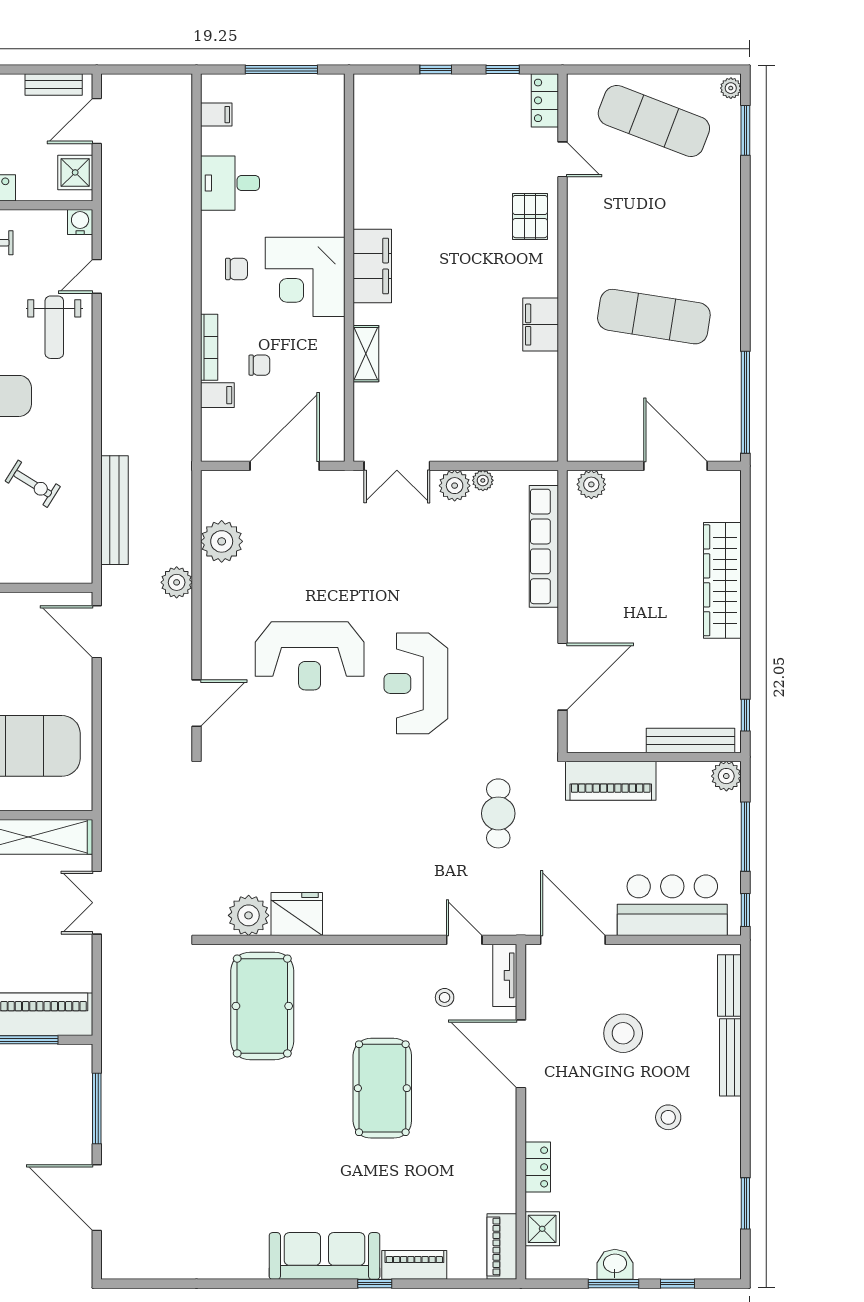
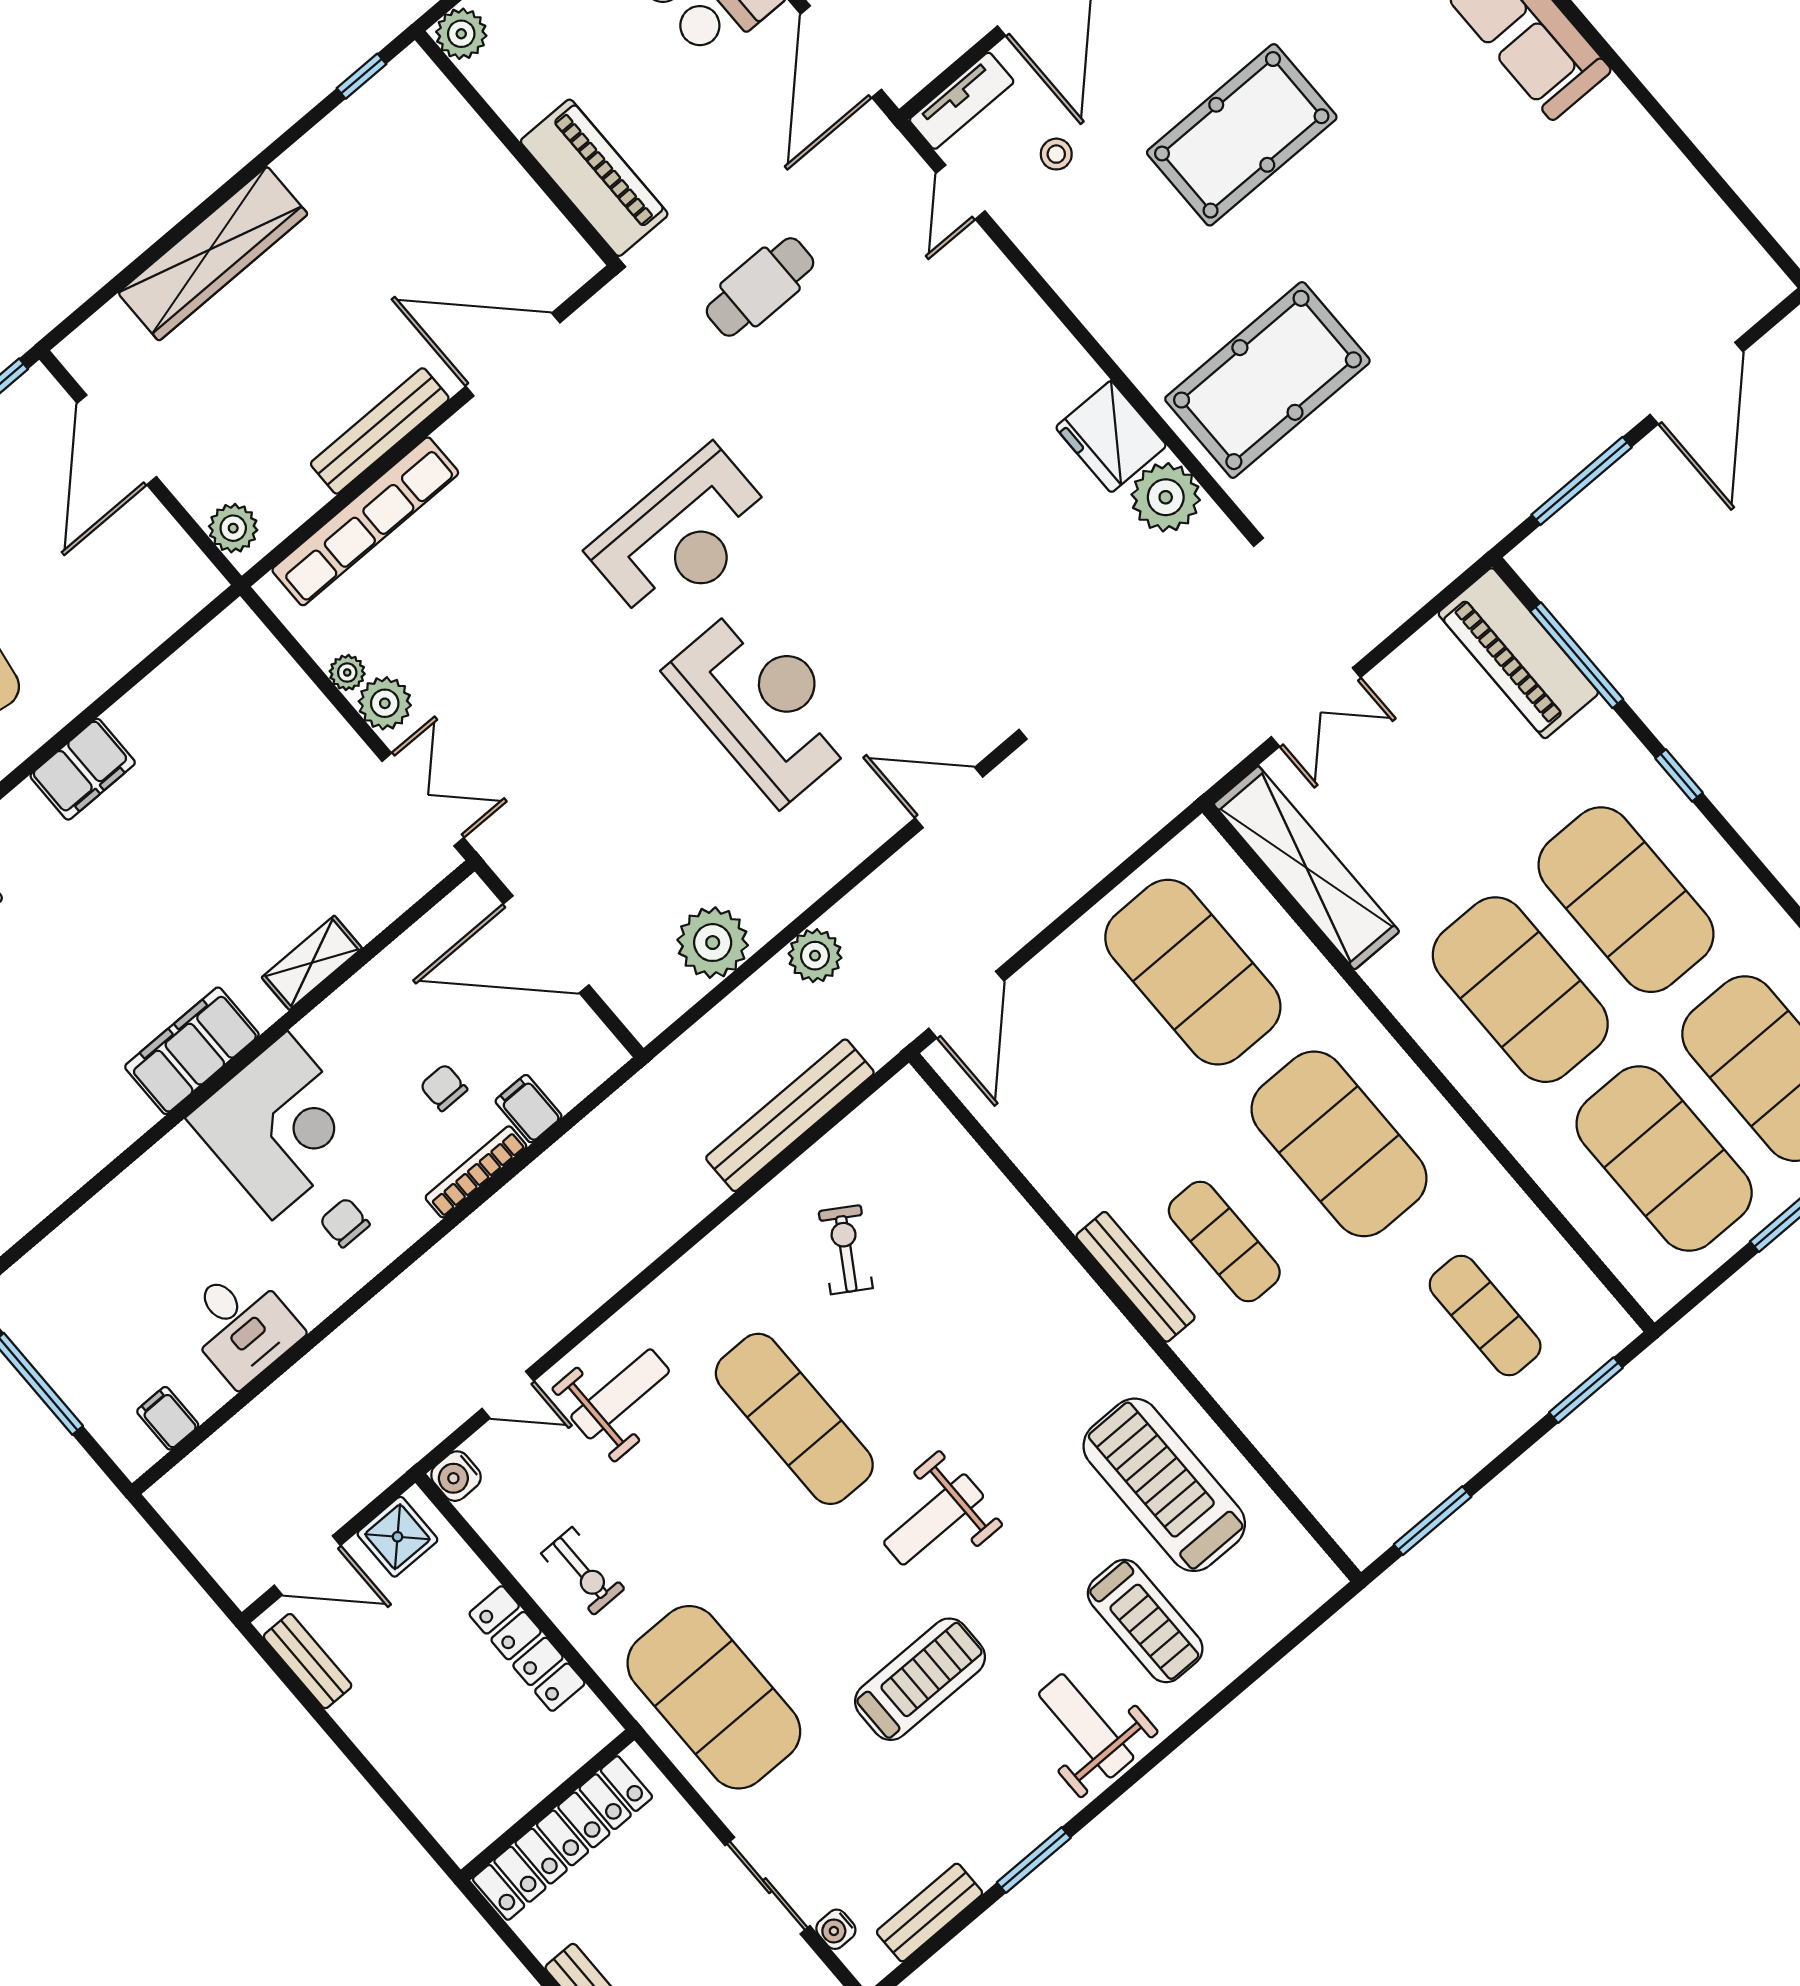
bench: (691, 740) -> (380, 431), moved, turned 90

